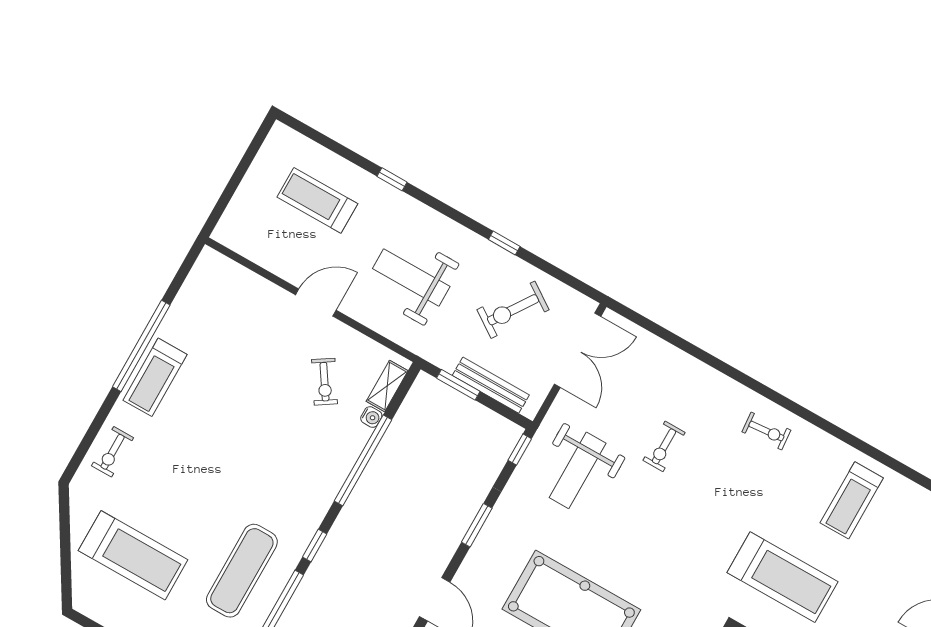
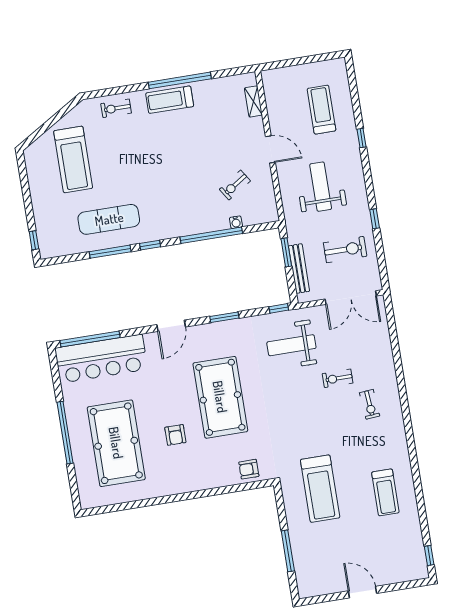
exercise bike: (513, 310) -> (345, 250), turned 146
shelving: (387, 386) -> (253, 101), moved, turned 90
exercise bike: (766, 431) -> (370, 404), moved
treadmill: (852, 500) -> (385, 492), turned -90

